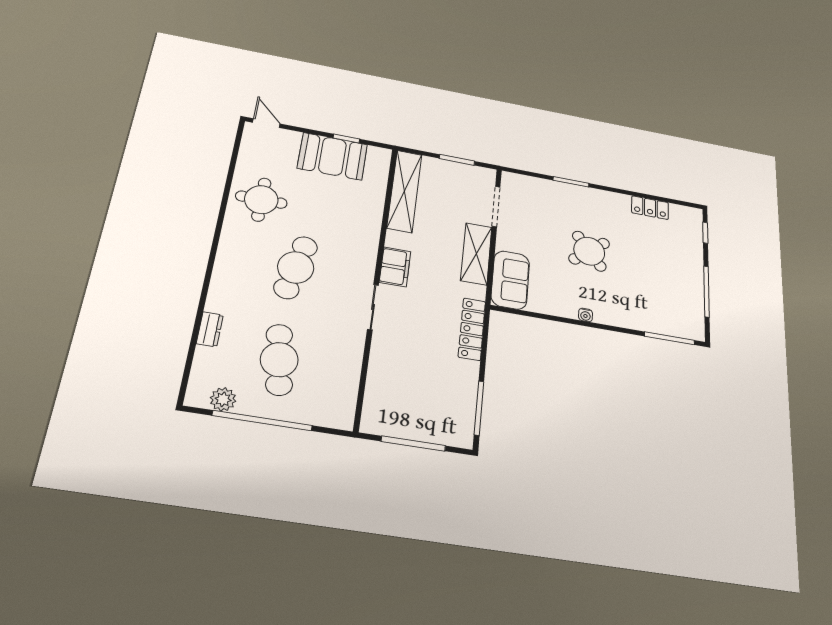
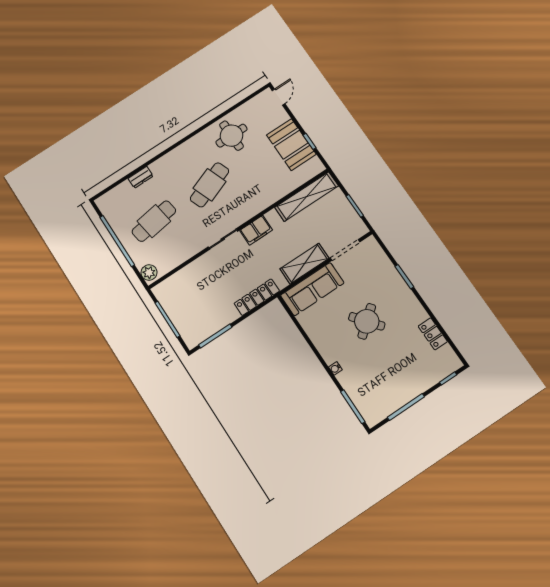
cafe table: (296, 267) -> (210, 185), turned -33
sofa: (510, 280) -> (312, 289), width x1.36
water cooler: (585, 315) -> (335, 368), moved
plant: (223, 399) -> (149, 273), moved

